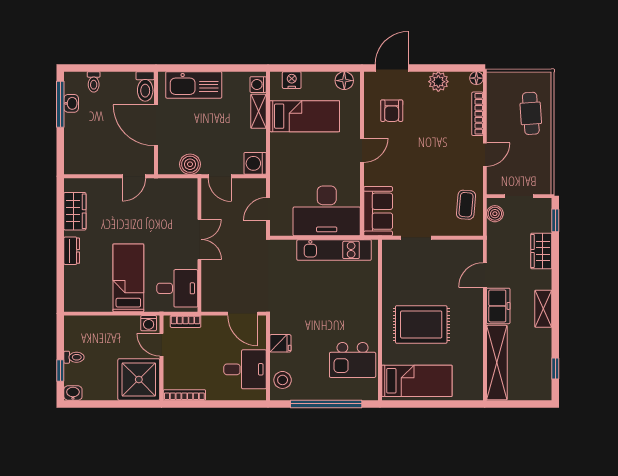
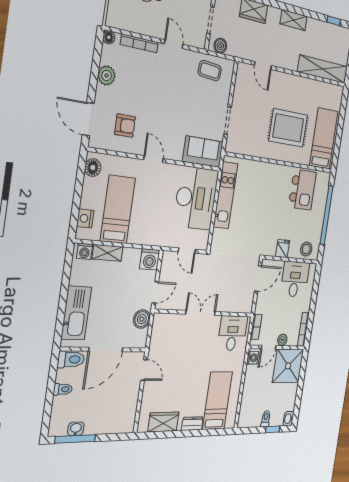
toilet: (94, 82) -> (63, 389), moved
bed: (128, 278) -> (217, 401), moved, turned 90
freezer: (498, 306) -> (286, 59), removed
rug: (421, 324) -> (288, 128), turned 90
plant: (171, 364) -> (282, 340), added

